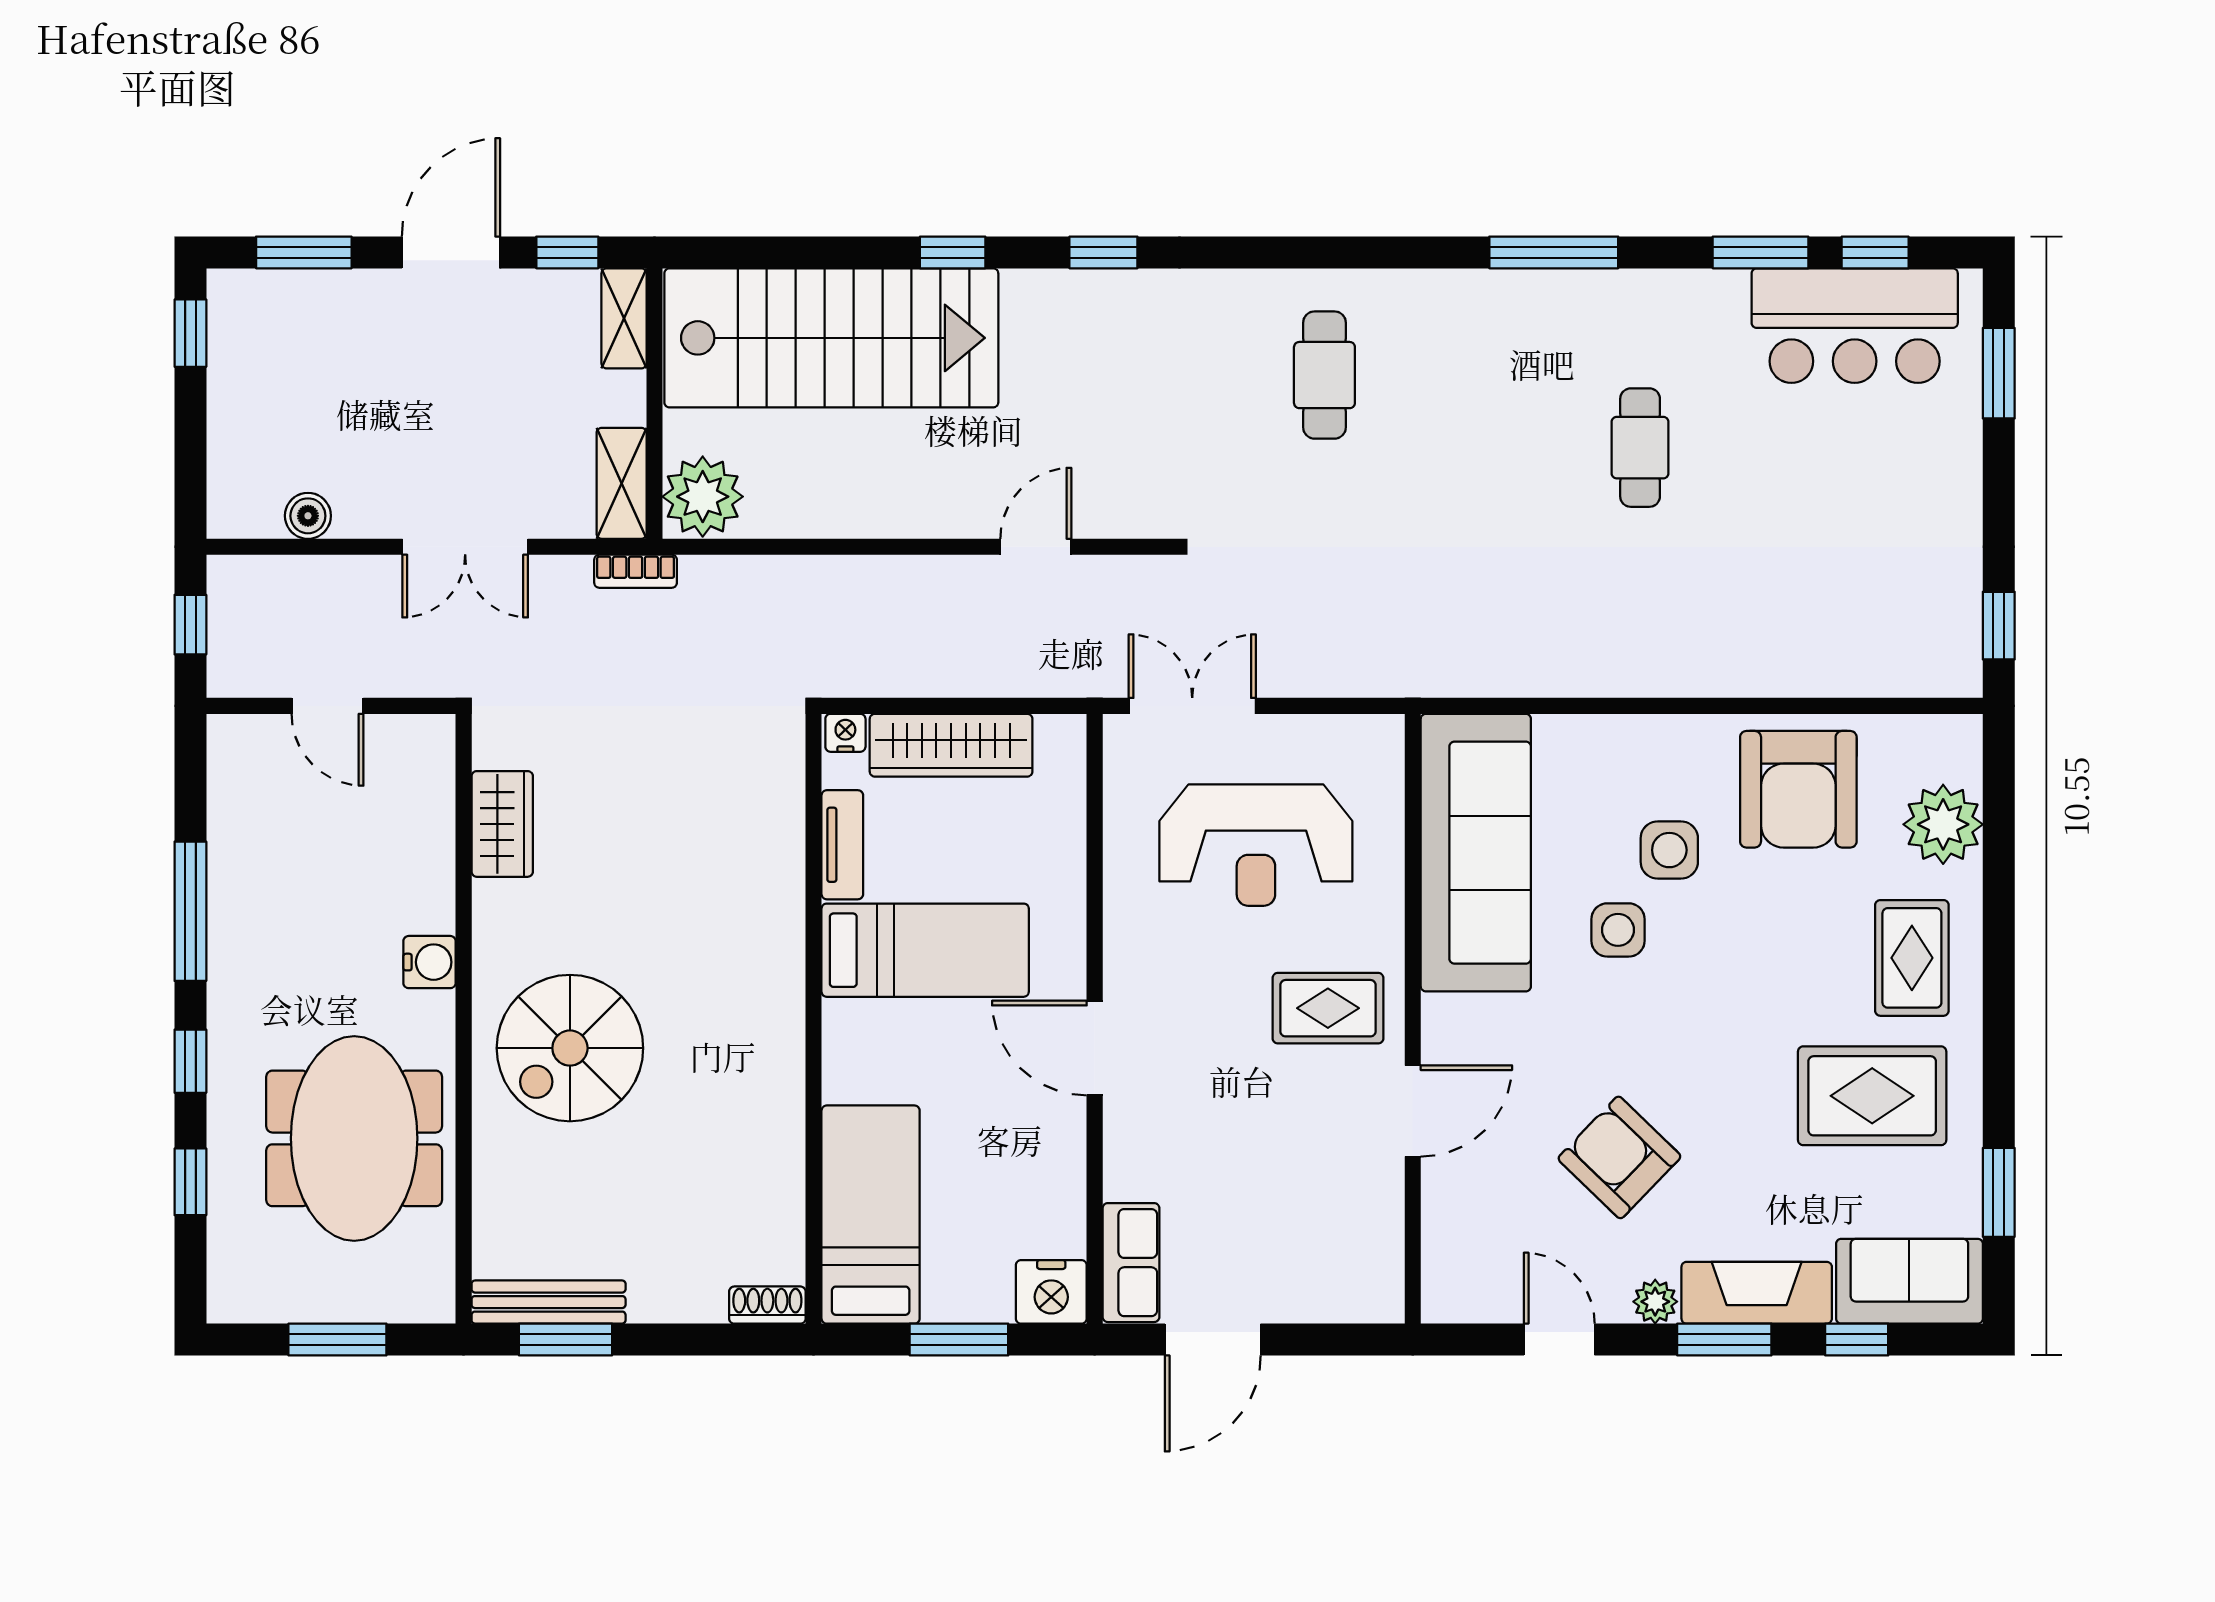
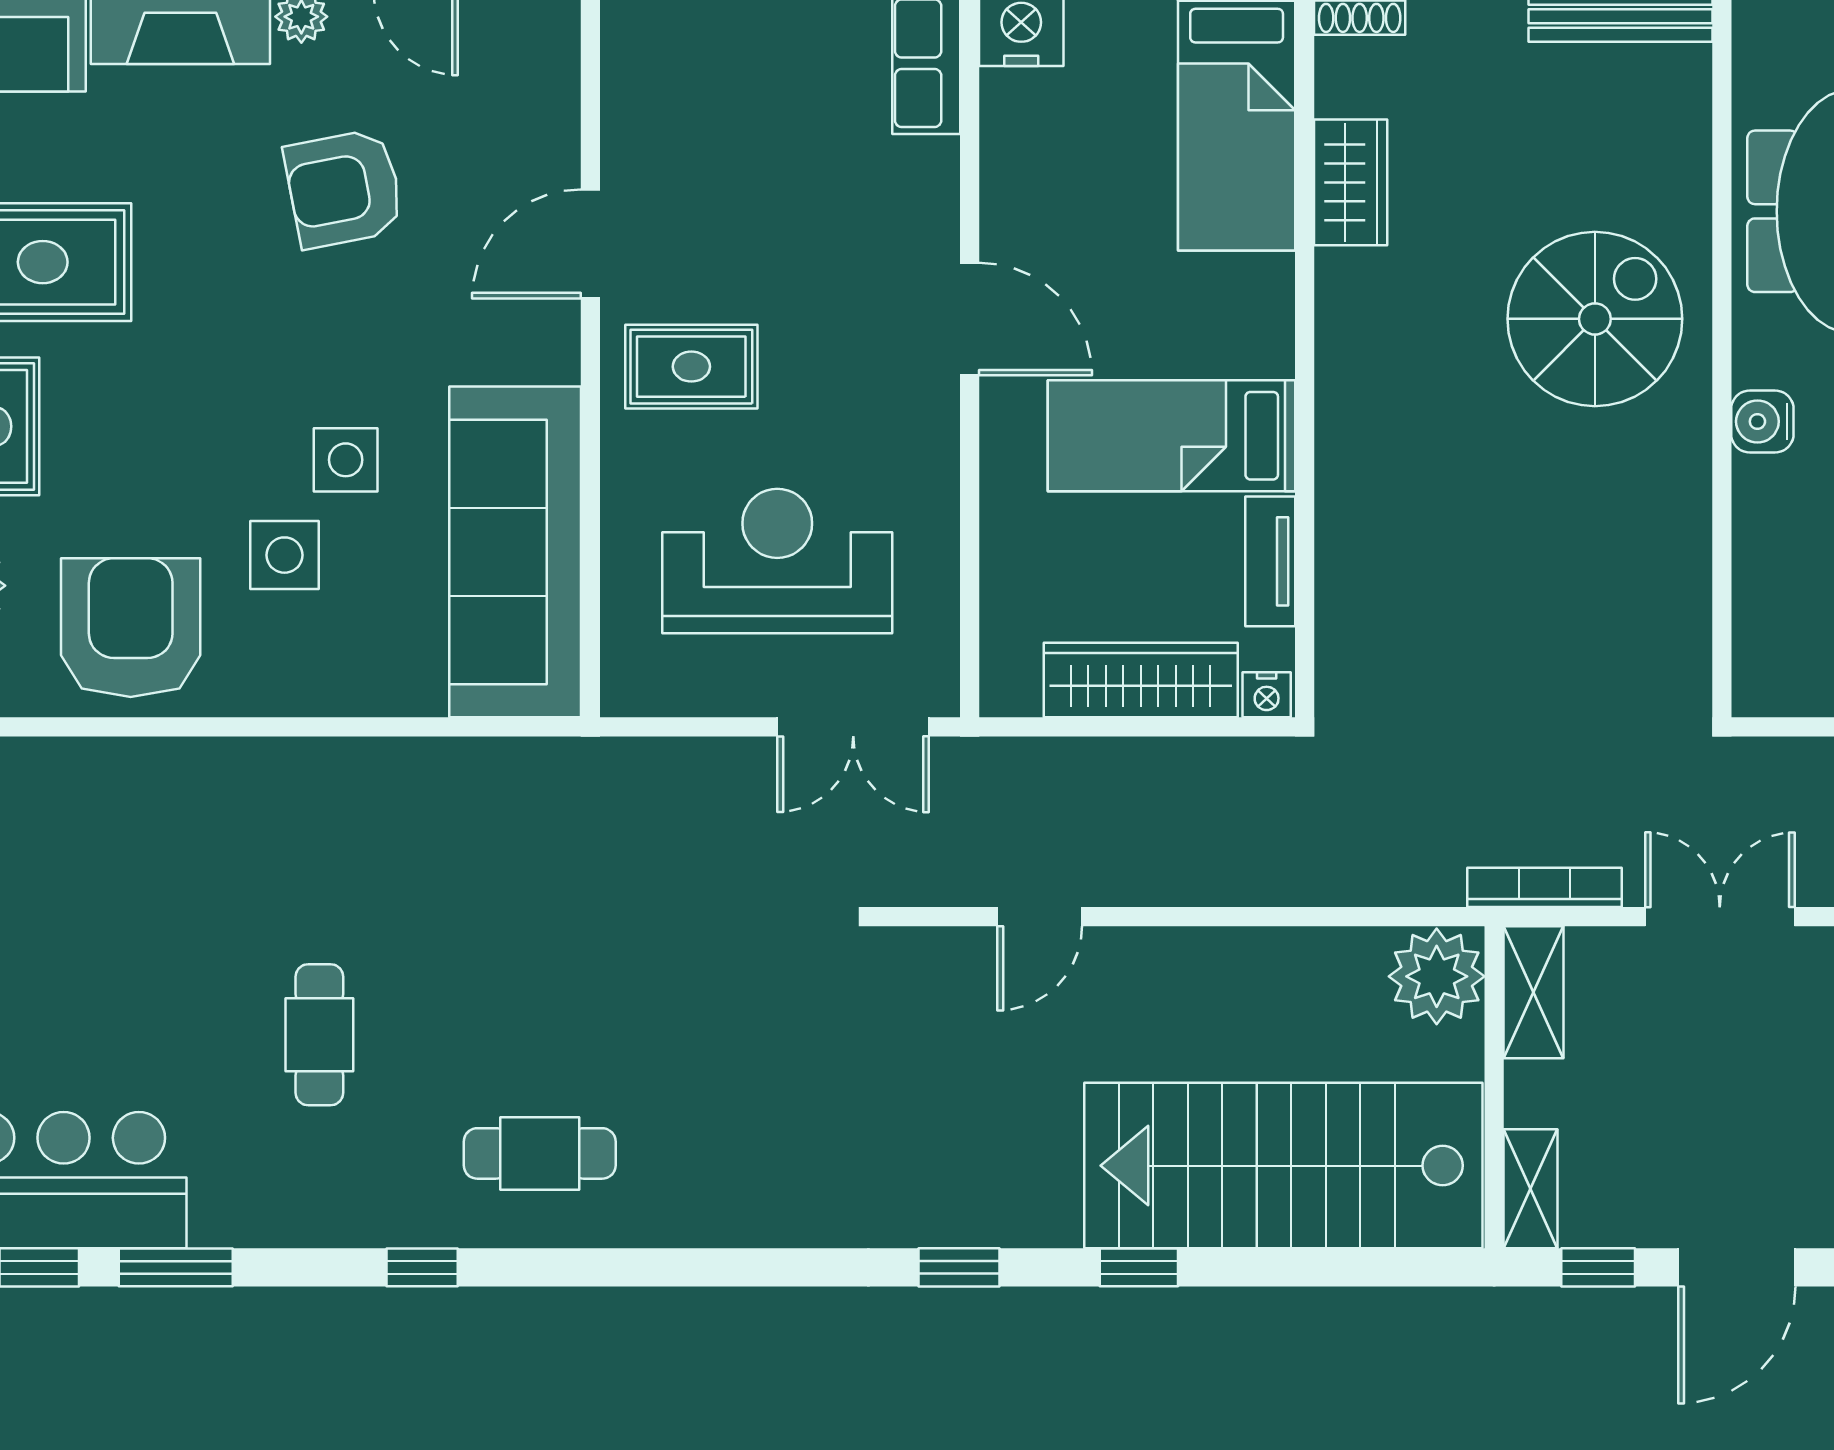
window: (1554, 252) -> (422, 1267), width x0.46
cafe table: (1324, 375) -> (540, 1153), moved, turned 90
bookcase: (636, 571) -> (1544, 887), width x1.56
wardrobe: (502, 824) -> (1351, 182), moved, turned 180
armchair: (1619, 1157) -> (344, 189), turned 125

